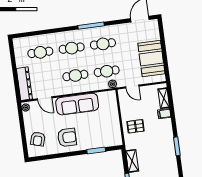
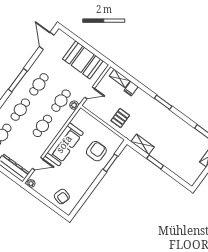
armchair: (67, 137) -> (96, 151), moved

